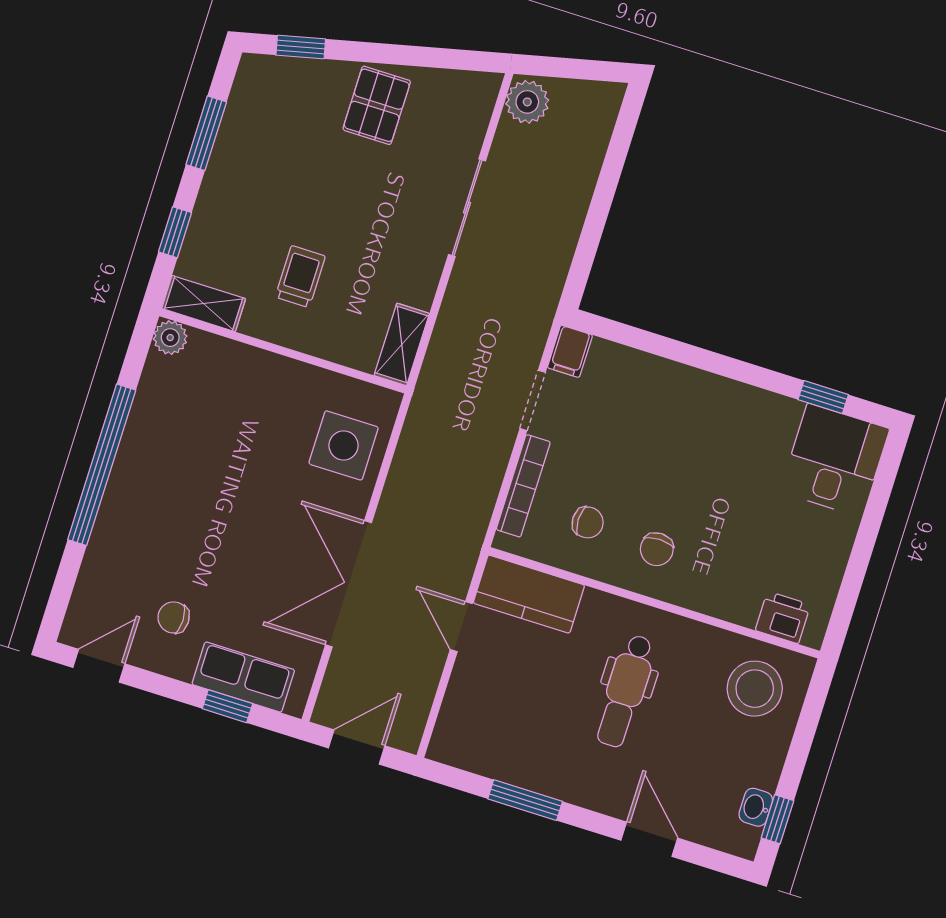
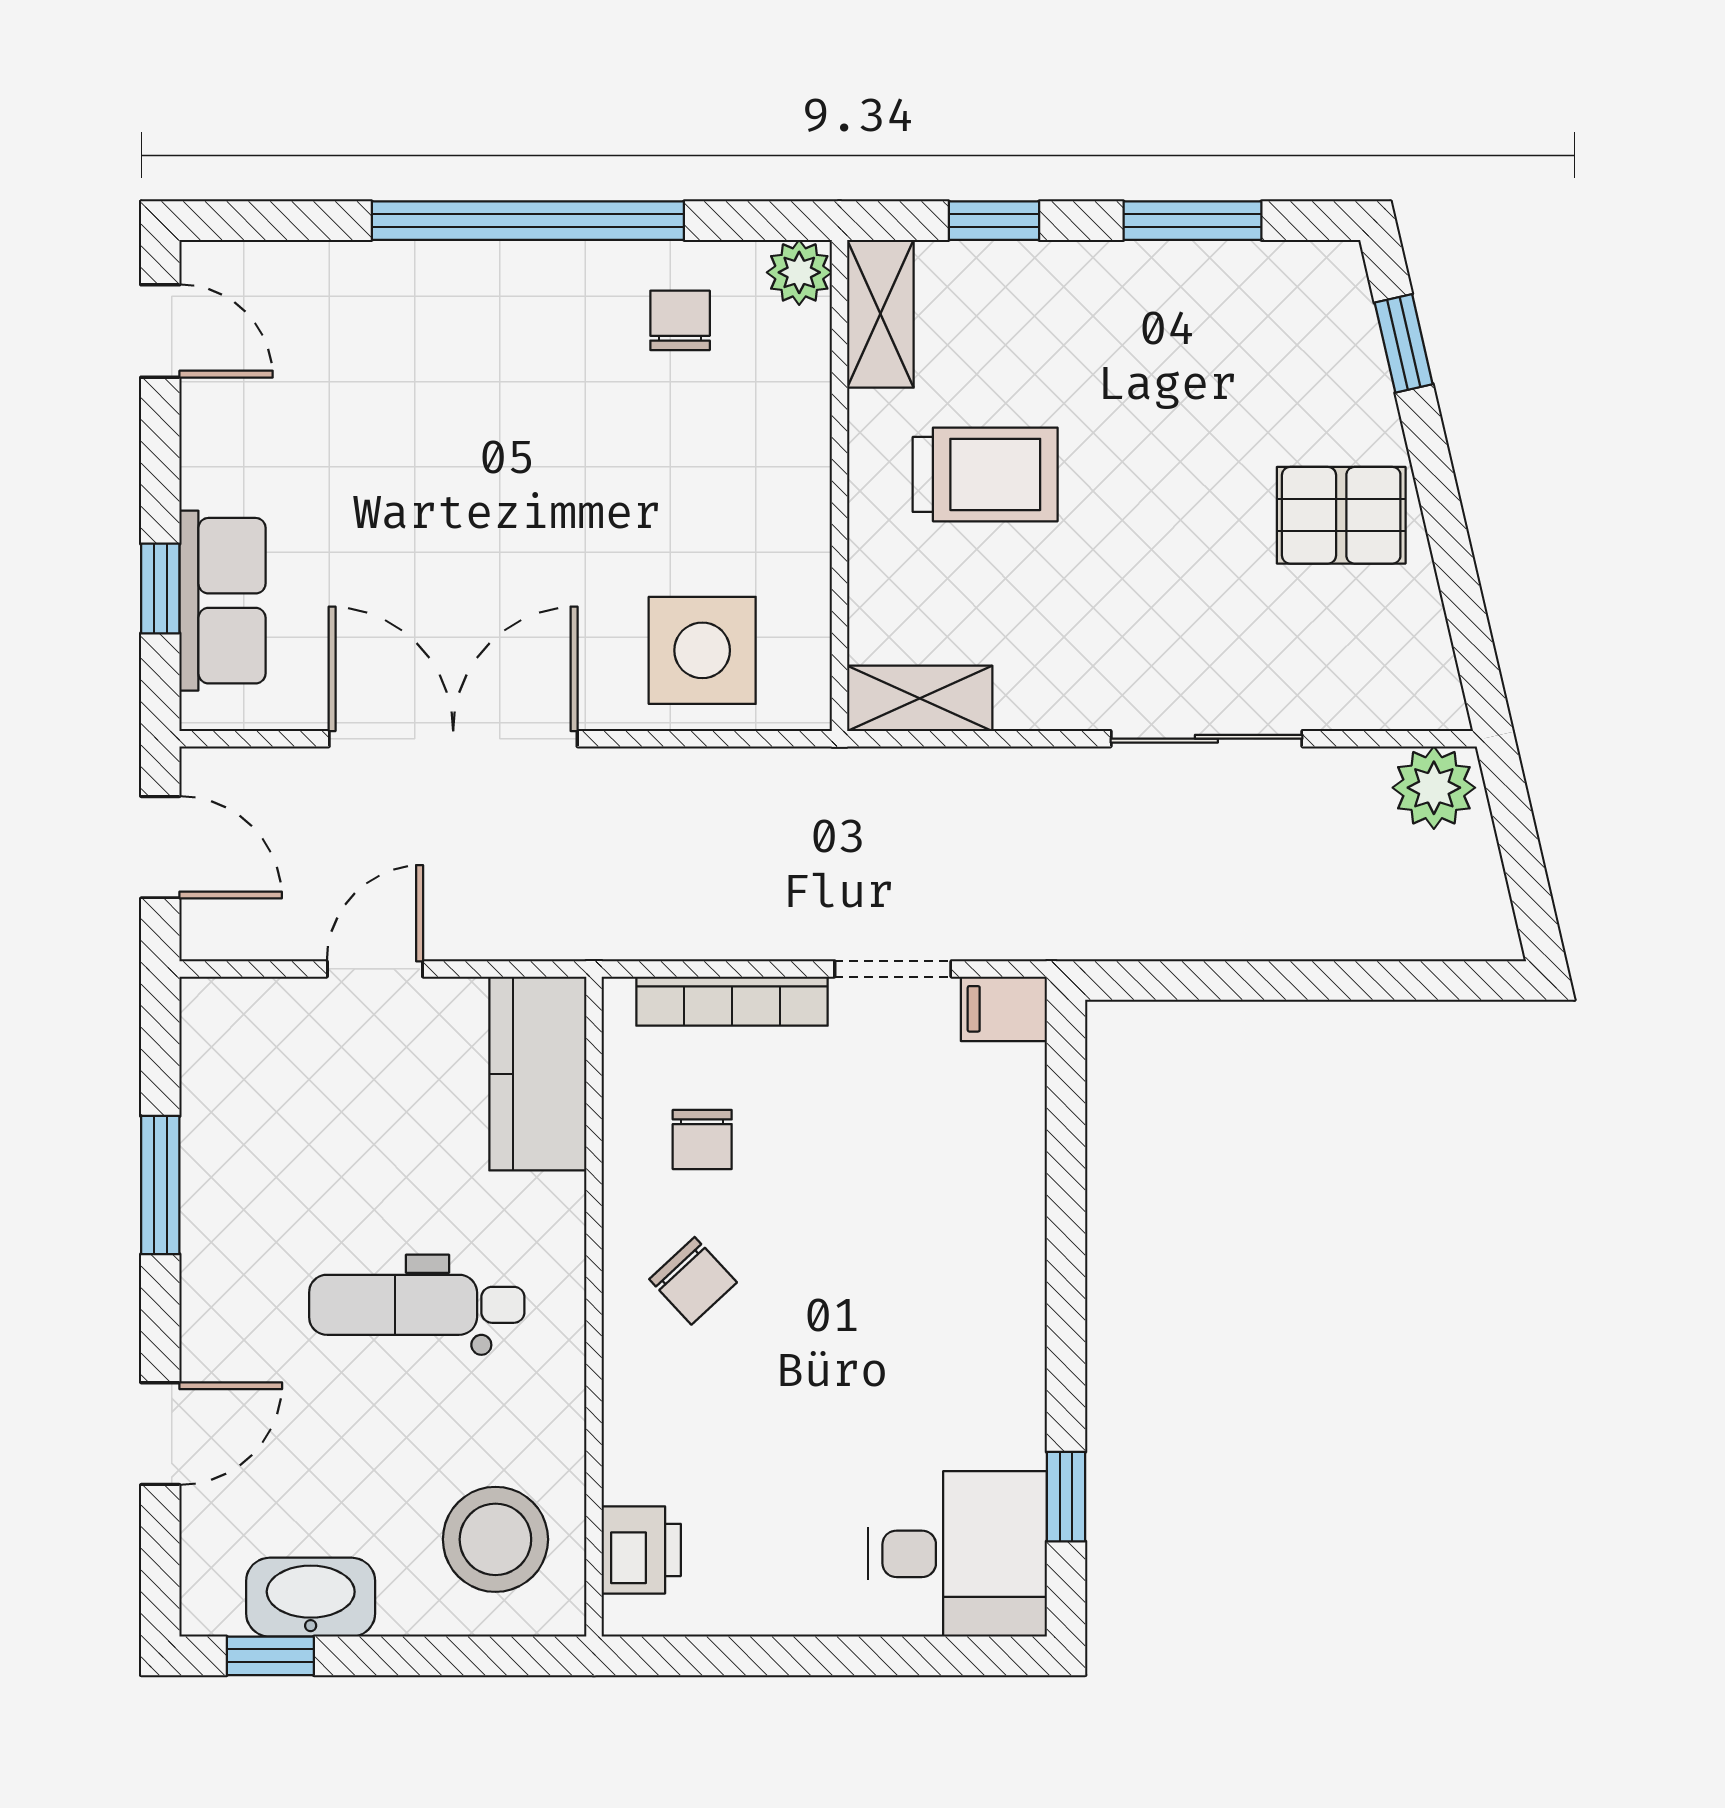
trolley: (300, 277) -> (985, 474), width x1.36, depth x1.39
chair: (657, 549) -> (693, 1281), turned -133
chair: (174, 617) -> (680, 320), moved
door: (461, 627) -> (375, 969), moved
washbasin: (756, 807) -> (311, 1597), width x1.91, depth x1.45

